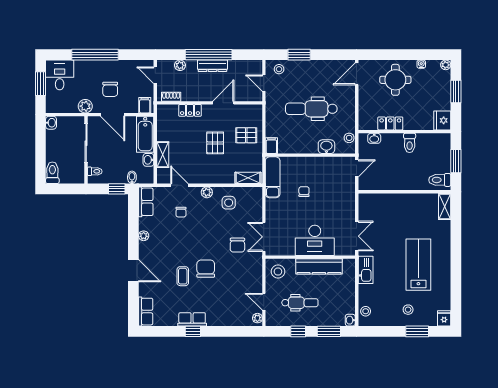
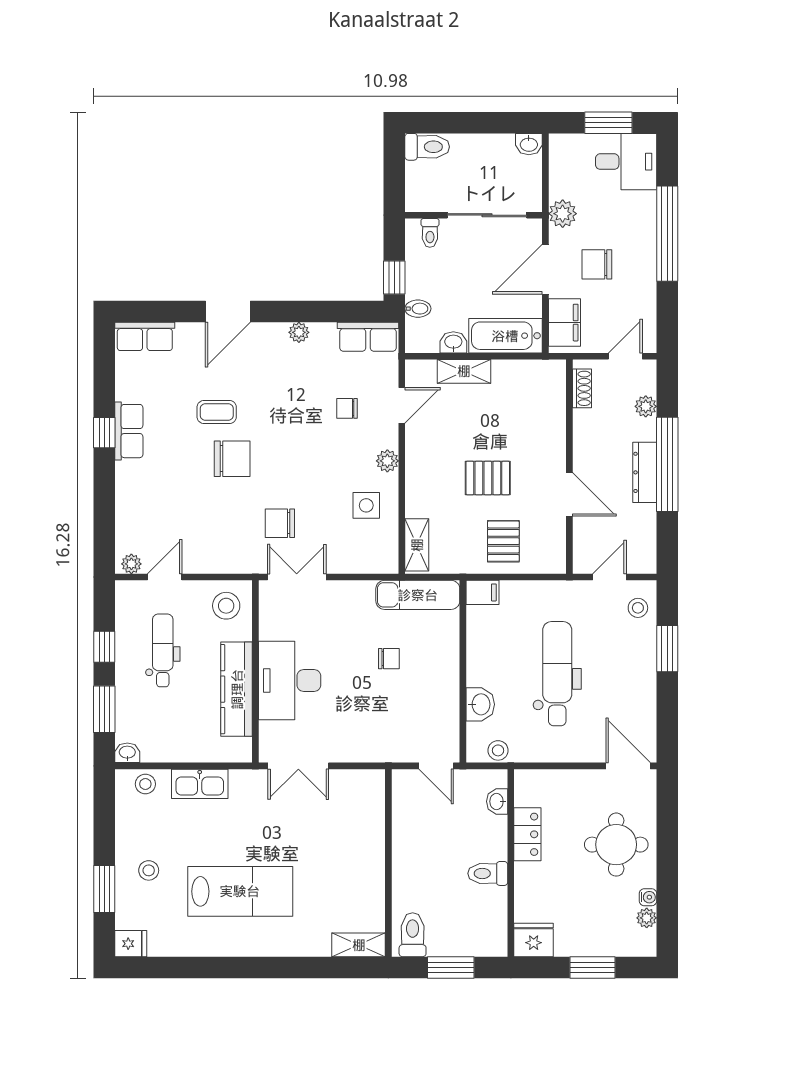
plant: (446, 65) -> (647, 918), moved
filing cabinet: (145, 105) -> (565, 323), width x2.00
locker: (190, 110) -> (554, 427), removed
kitchen sink: (366, 270) -> (200, 784), moved
dental chair: (300, 303) -> (163, 650), turned 180

